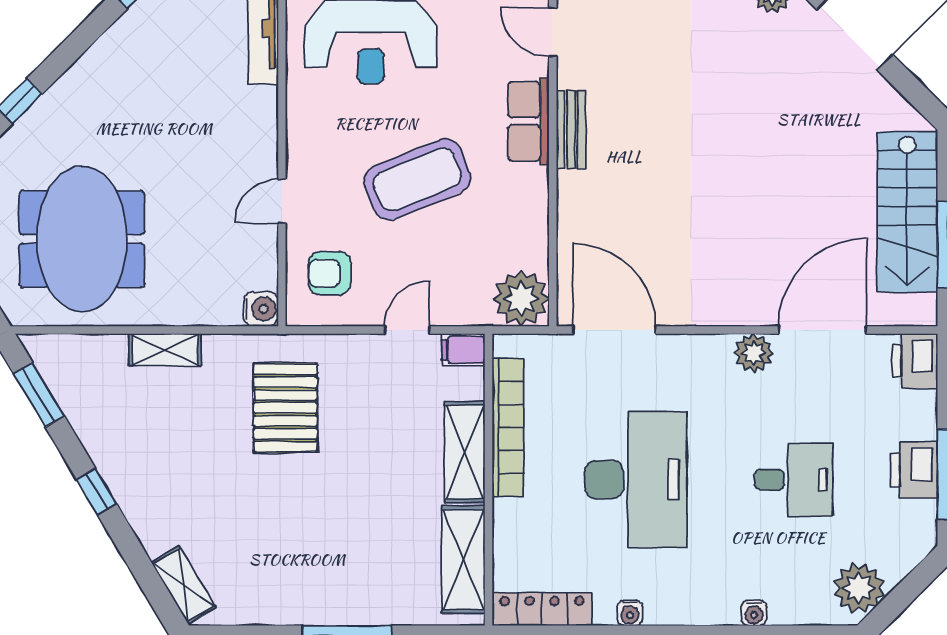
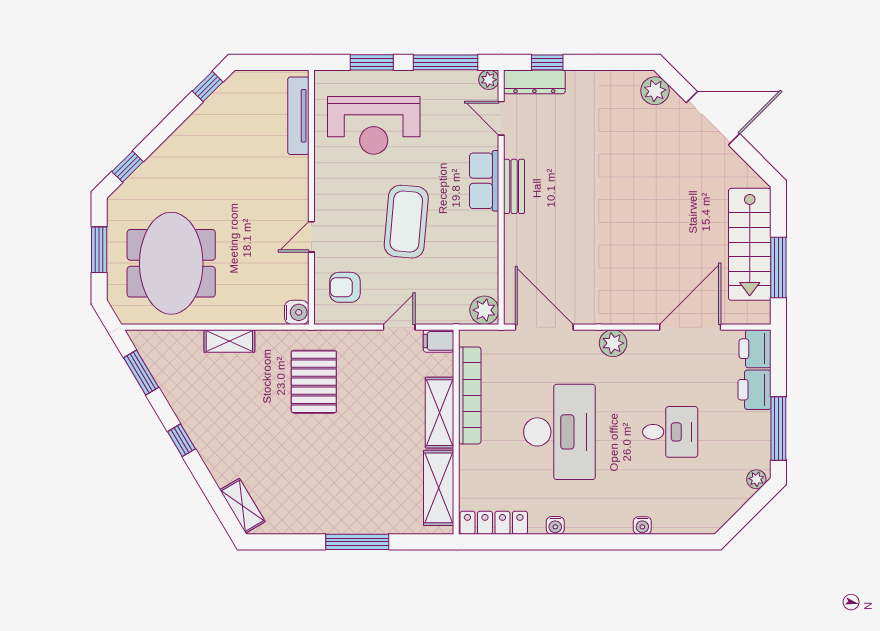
coffee table: (417, 179) -> (406, 222), turned -63
plant: (521, 298) -> (484, 310), width x0.73, depth x0.73
plant: (754, 353) -> (613, 343), moved
printer: (914, 470) -> (755, 390), moved
plant: (859, 588) -> (756, 479), moved, width x0.53, depth x0.53

